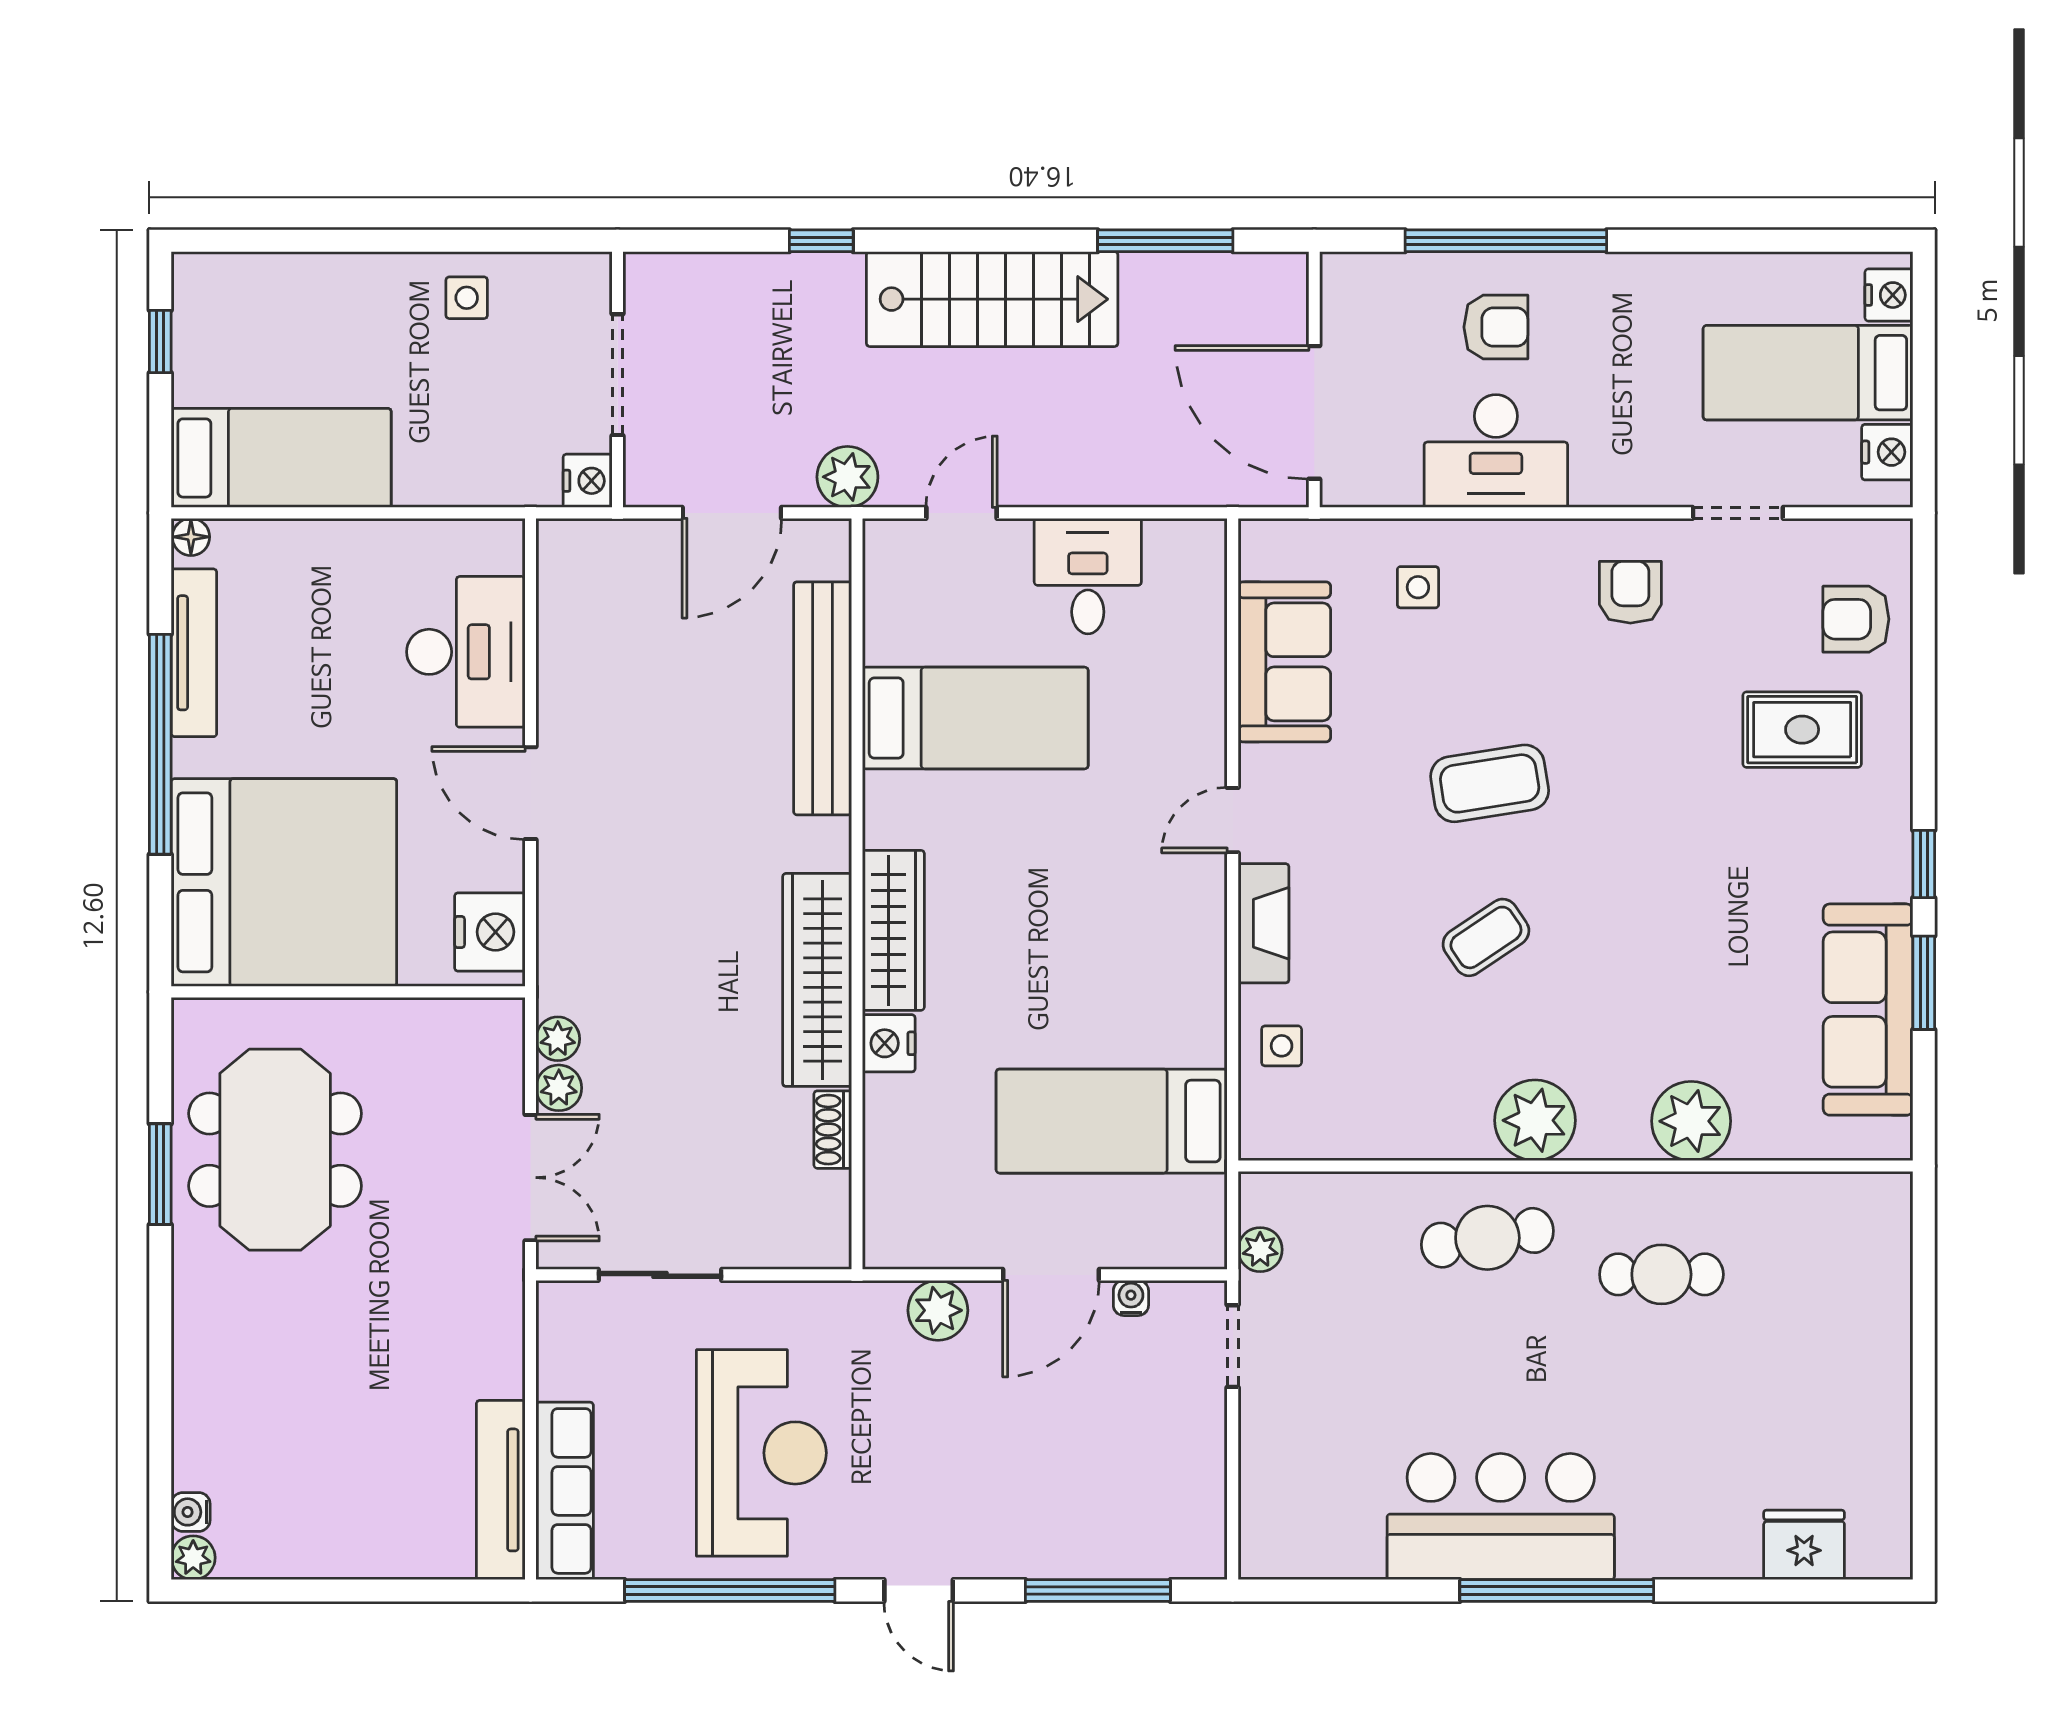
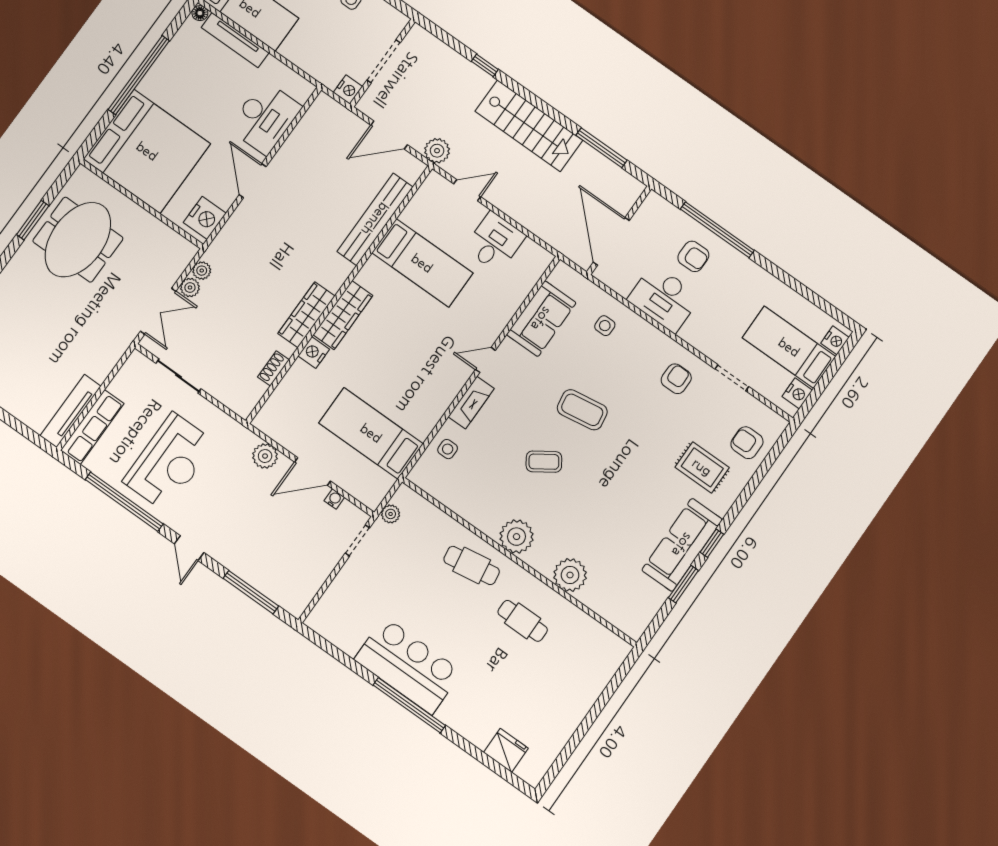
tv unit: (194, 653) -> (235, 40), moved, turned 90
wardrobe: (817, 980) -> (306, 315), width x0.71, depth x0.85
sofa: (1868, 1010) -> (682, 545), moved

